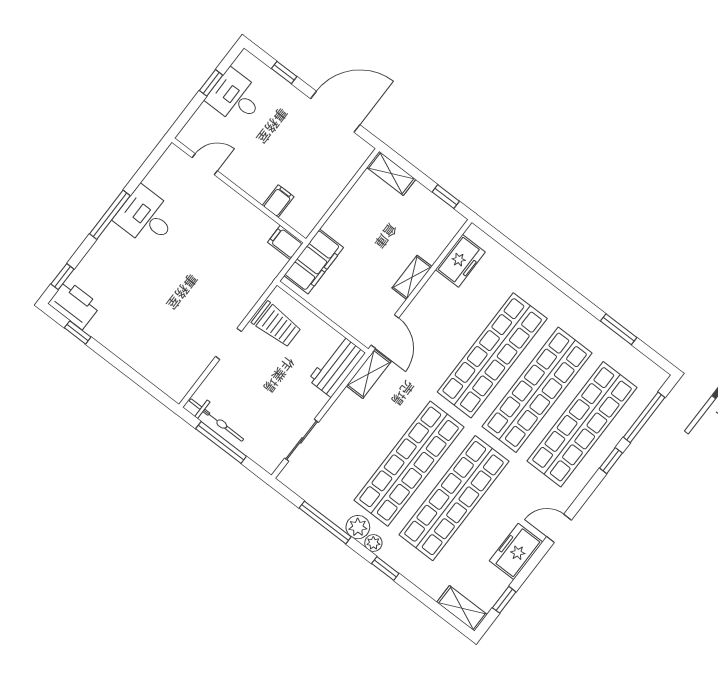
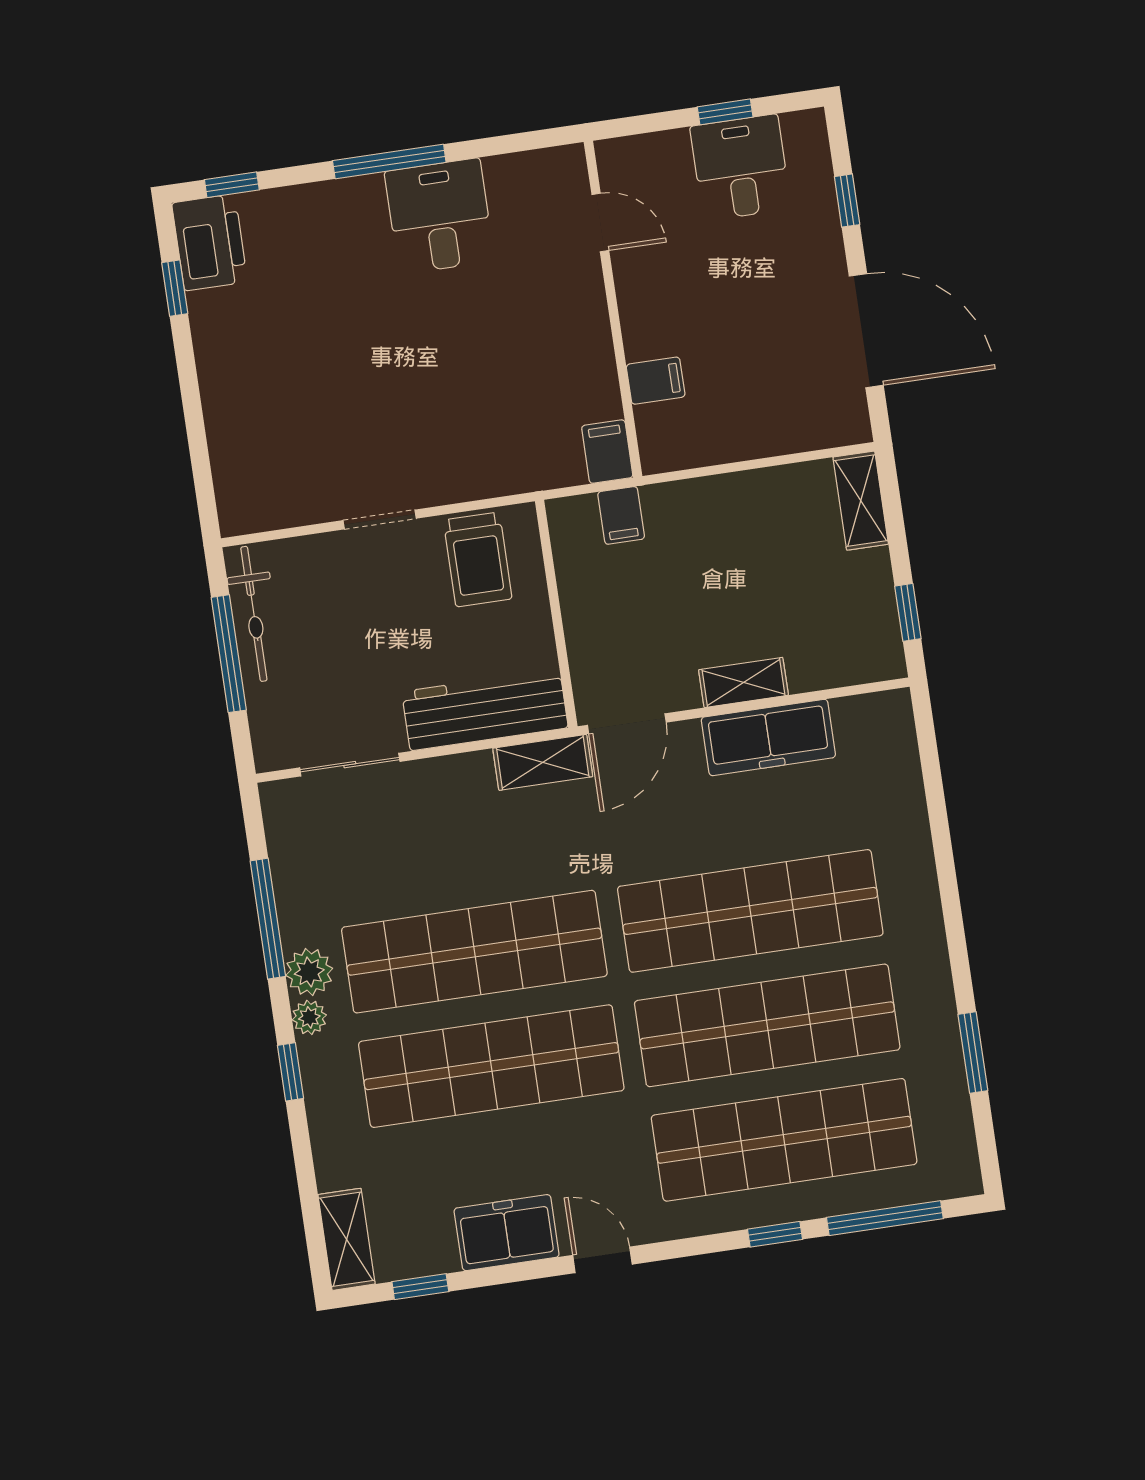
freezer: (460, 261) -> (768, 737), moved, width x1.40
filing cabinet: (314, 262) -> (621, 515), width x0.33, depth x0.86
workbench: (337, 366) -> (485, 710), width x1.38

